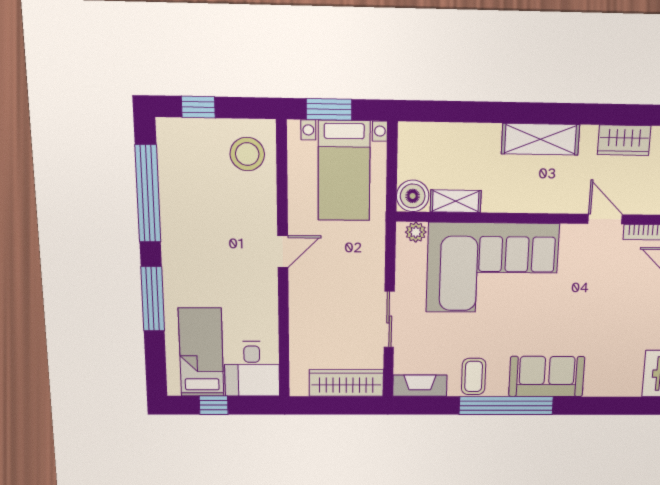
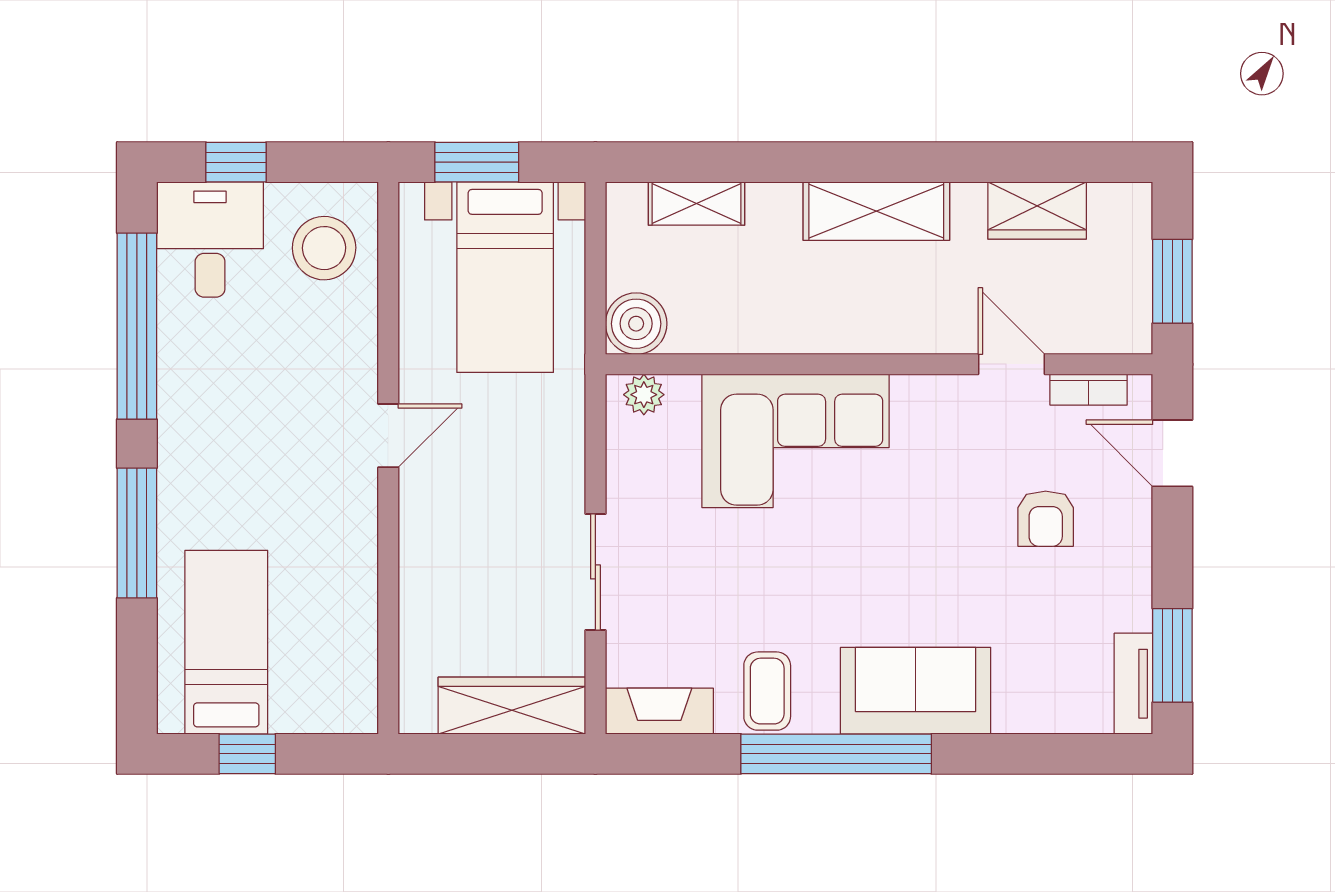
shelving: (456, 201) -> (697, 204), moved
corner sofa: (492, 268) -> (795, 441), width x0.73, depth x0.74
armchair: (617, 295) -> (1046, 519), added
desk: (252, 369) -> (210, 240), moved, turned 180

